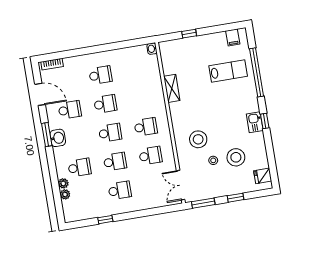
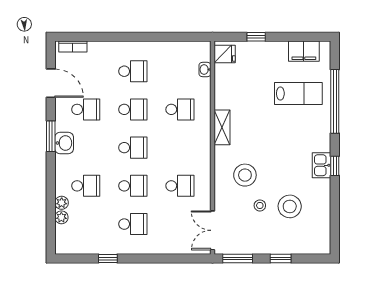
filing cabinet: (233, 37) -> (304, 51), width x2.00
washbasin: (152, 49) -> (205, 70), moved
shelving: (172, 88) -> (222, 127), moved
school desk: (146, 127) -> (180, 109), moved
fridge: (263, 176) -> (225, 54), moved, turned 180

